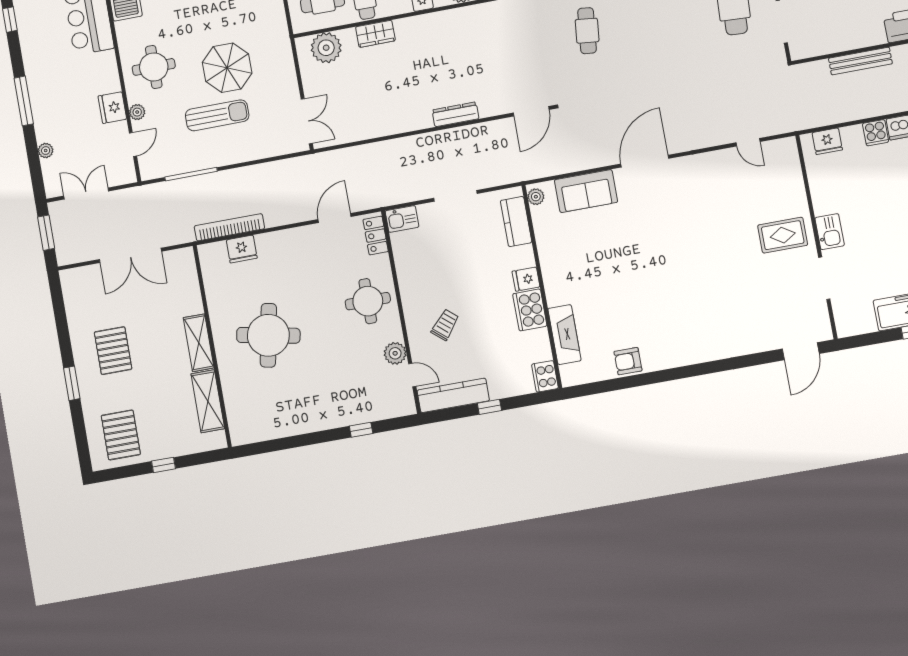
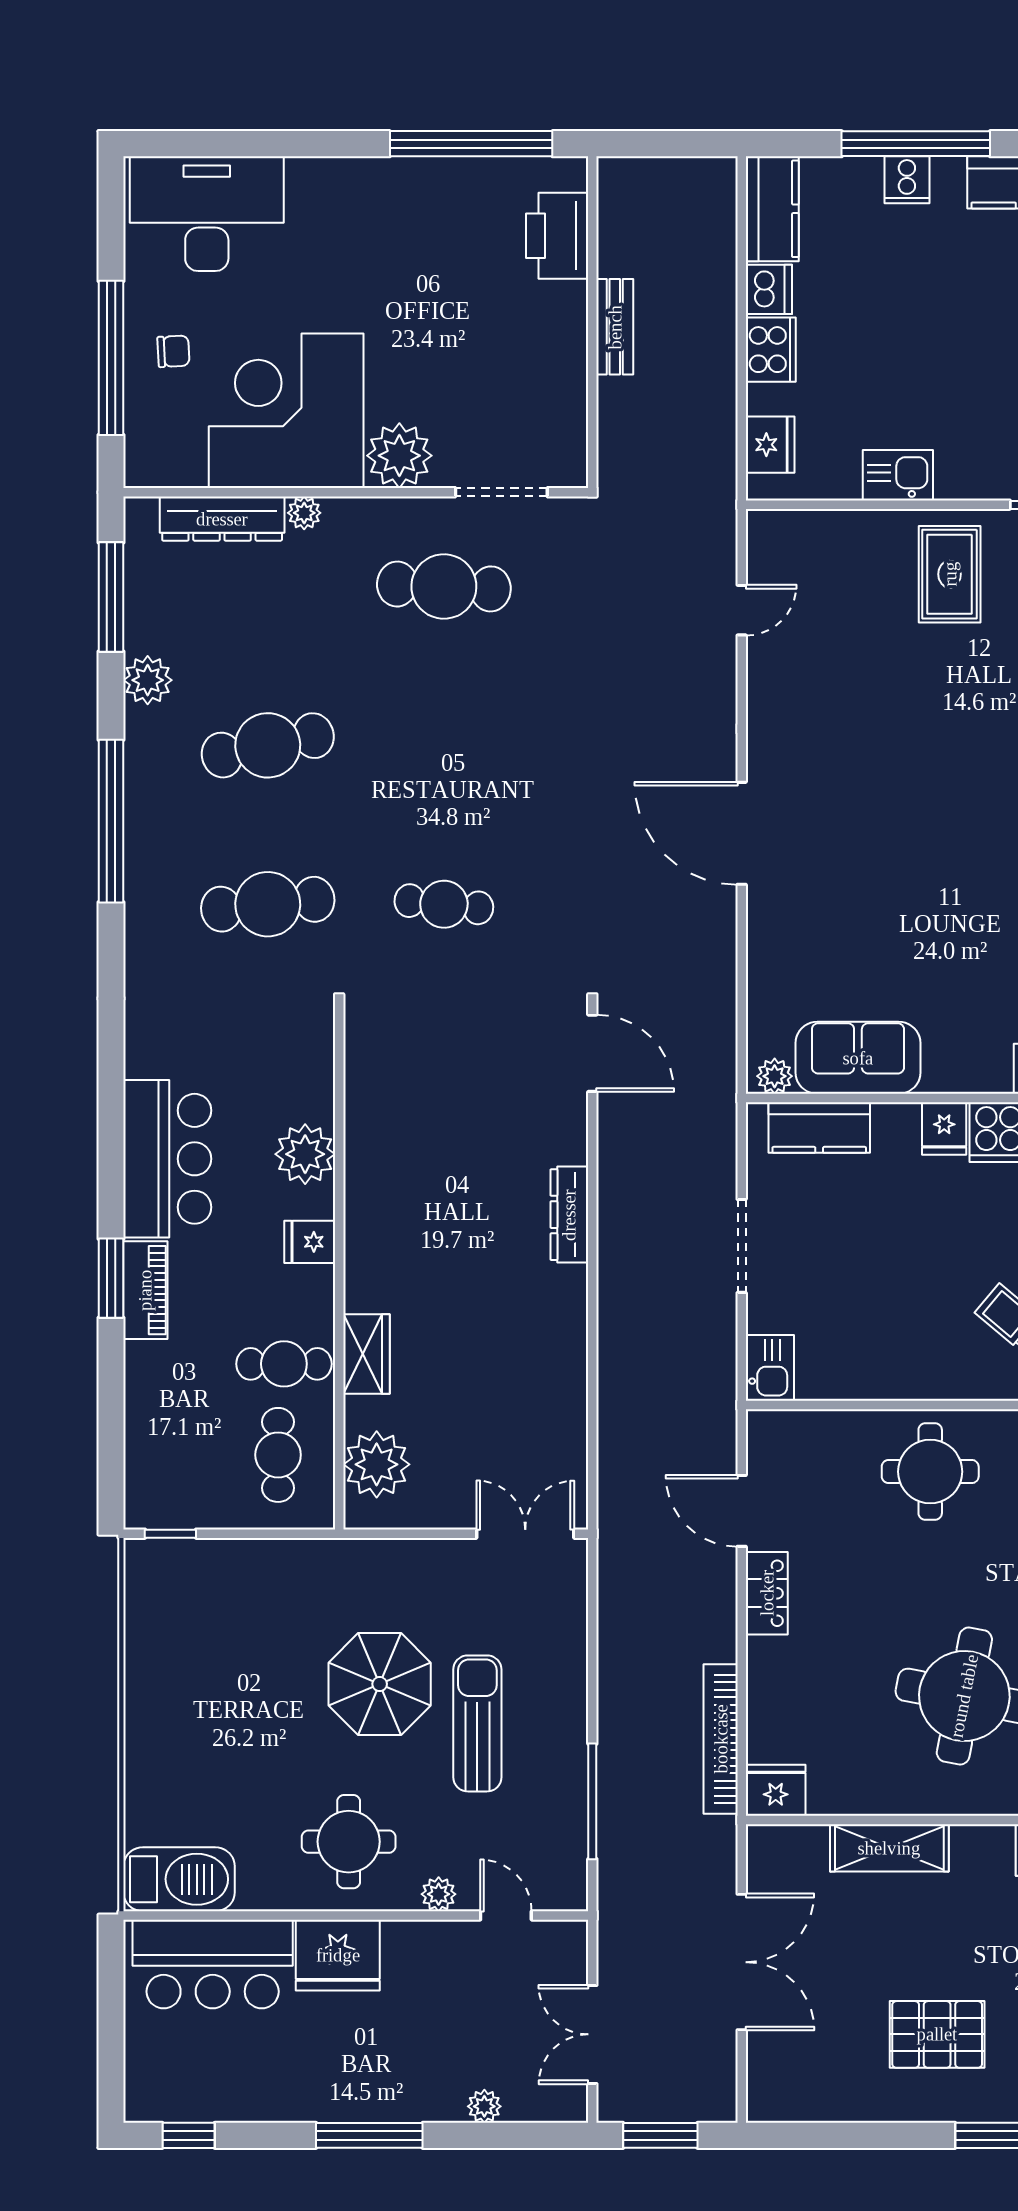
bench: (860, 61) -> (615, 327), width x0.73
fridge: (112, 108) -> (338, 1955), moved, width x1.36, depth x1.34
cooker: (876, 133) -> (771, 350), width x1.36
sofa: (586, 191) -> (858, 1058), moved, turned -90
kitchen sink: (830, 232) -> (898, 475), moved
locker: (376, 236) -> (767, 1593), moved, turned -90
fridge: (242, 249) -> (776, 1790), moved, turned -90
shelving: (199, 343) -> (889, 1848), moved

